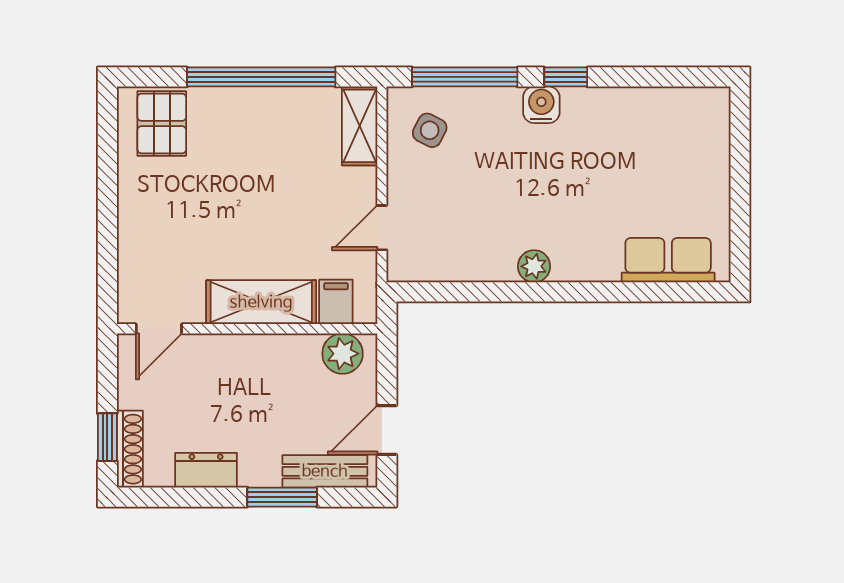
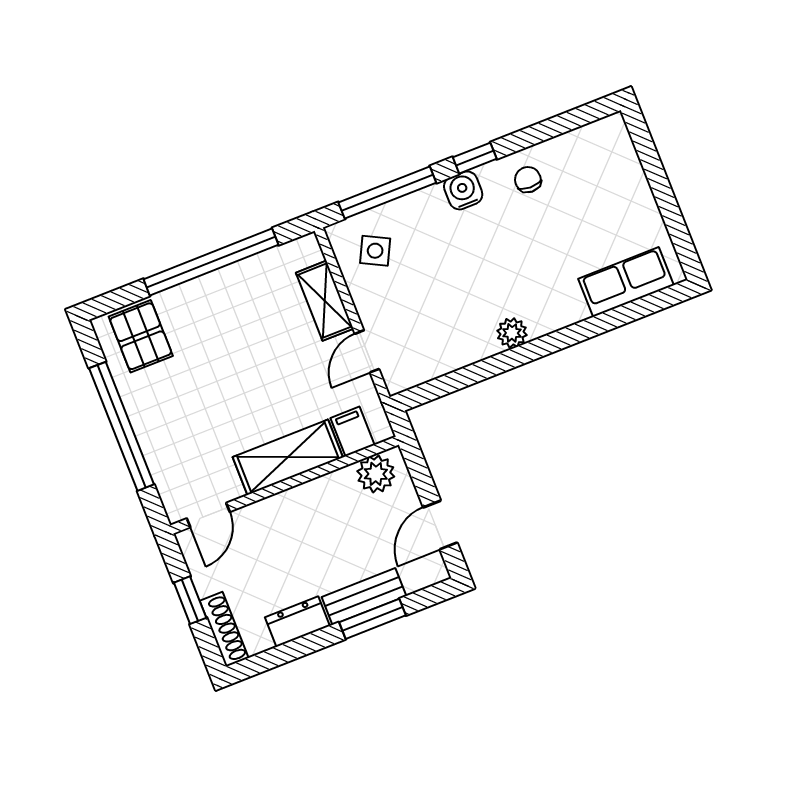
chair: (610, 119) -> (528, 180), added
shelving: (360, 126) -> (325, 301), moved
window: (107, 206) -> (122, 426), added
window: (107, 437) -> (190, 600), moved
bench: (325, 471) -> (364, 596), moved

